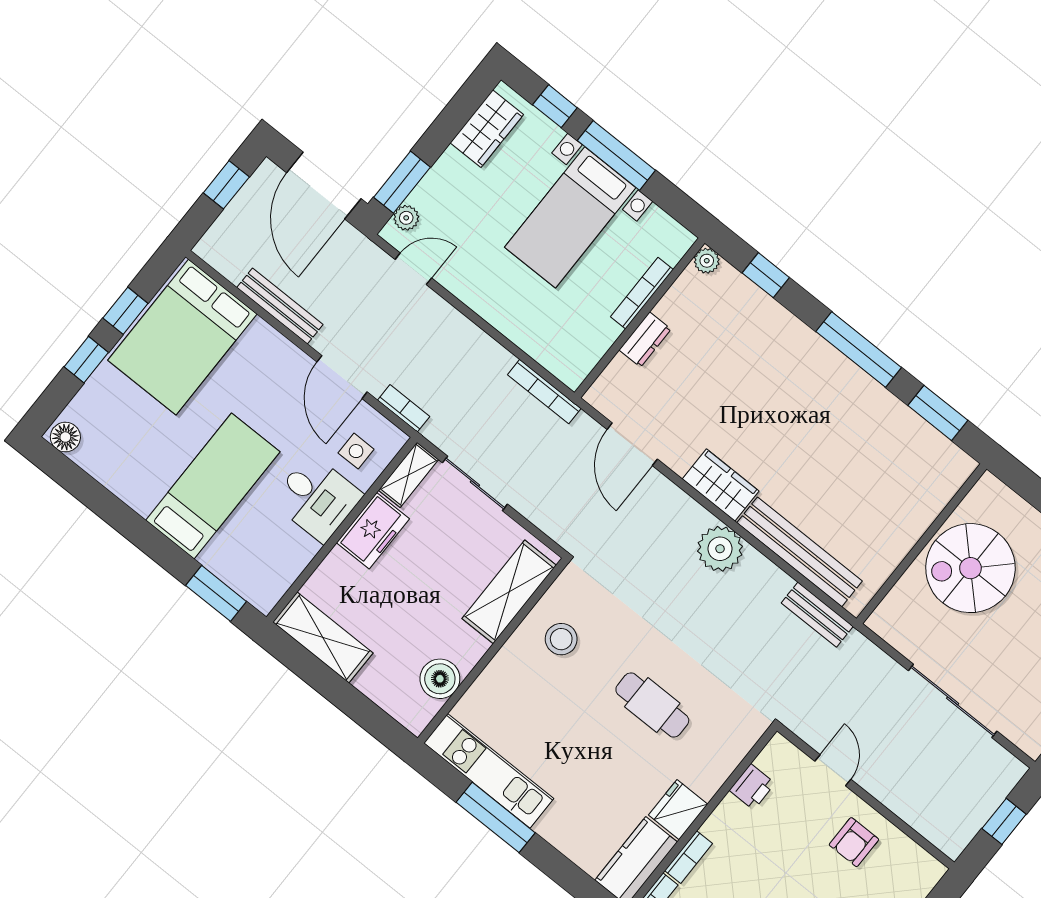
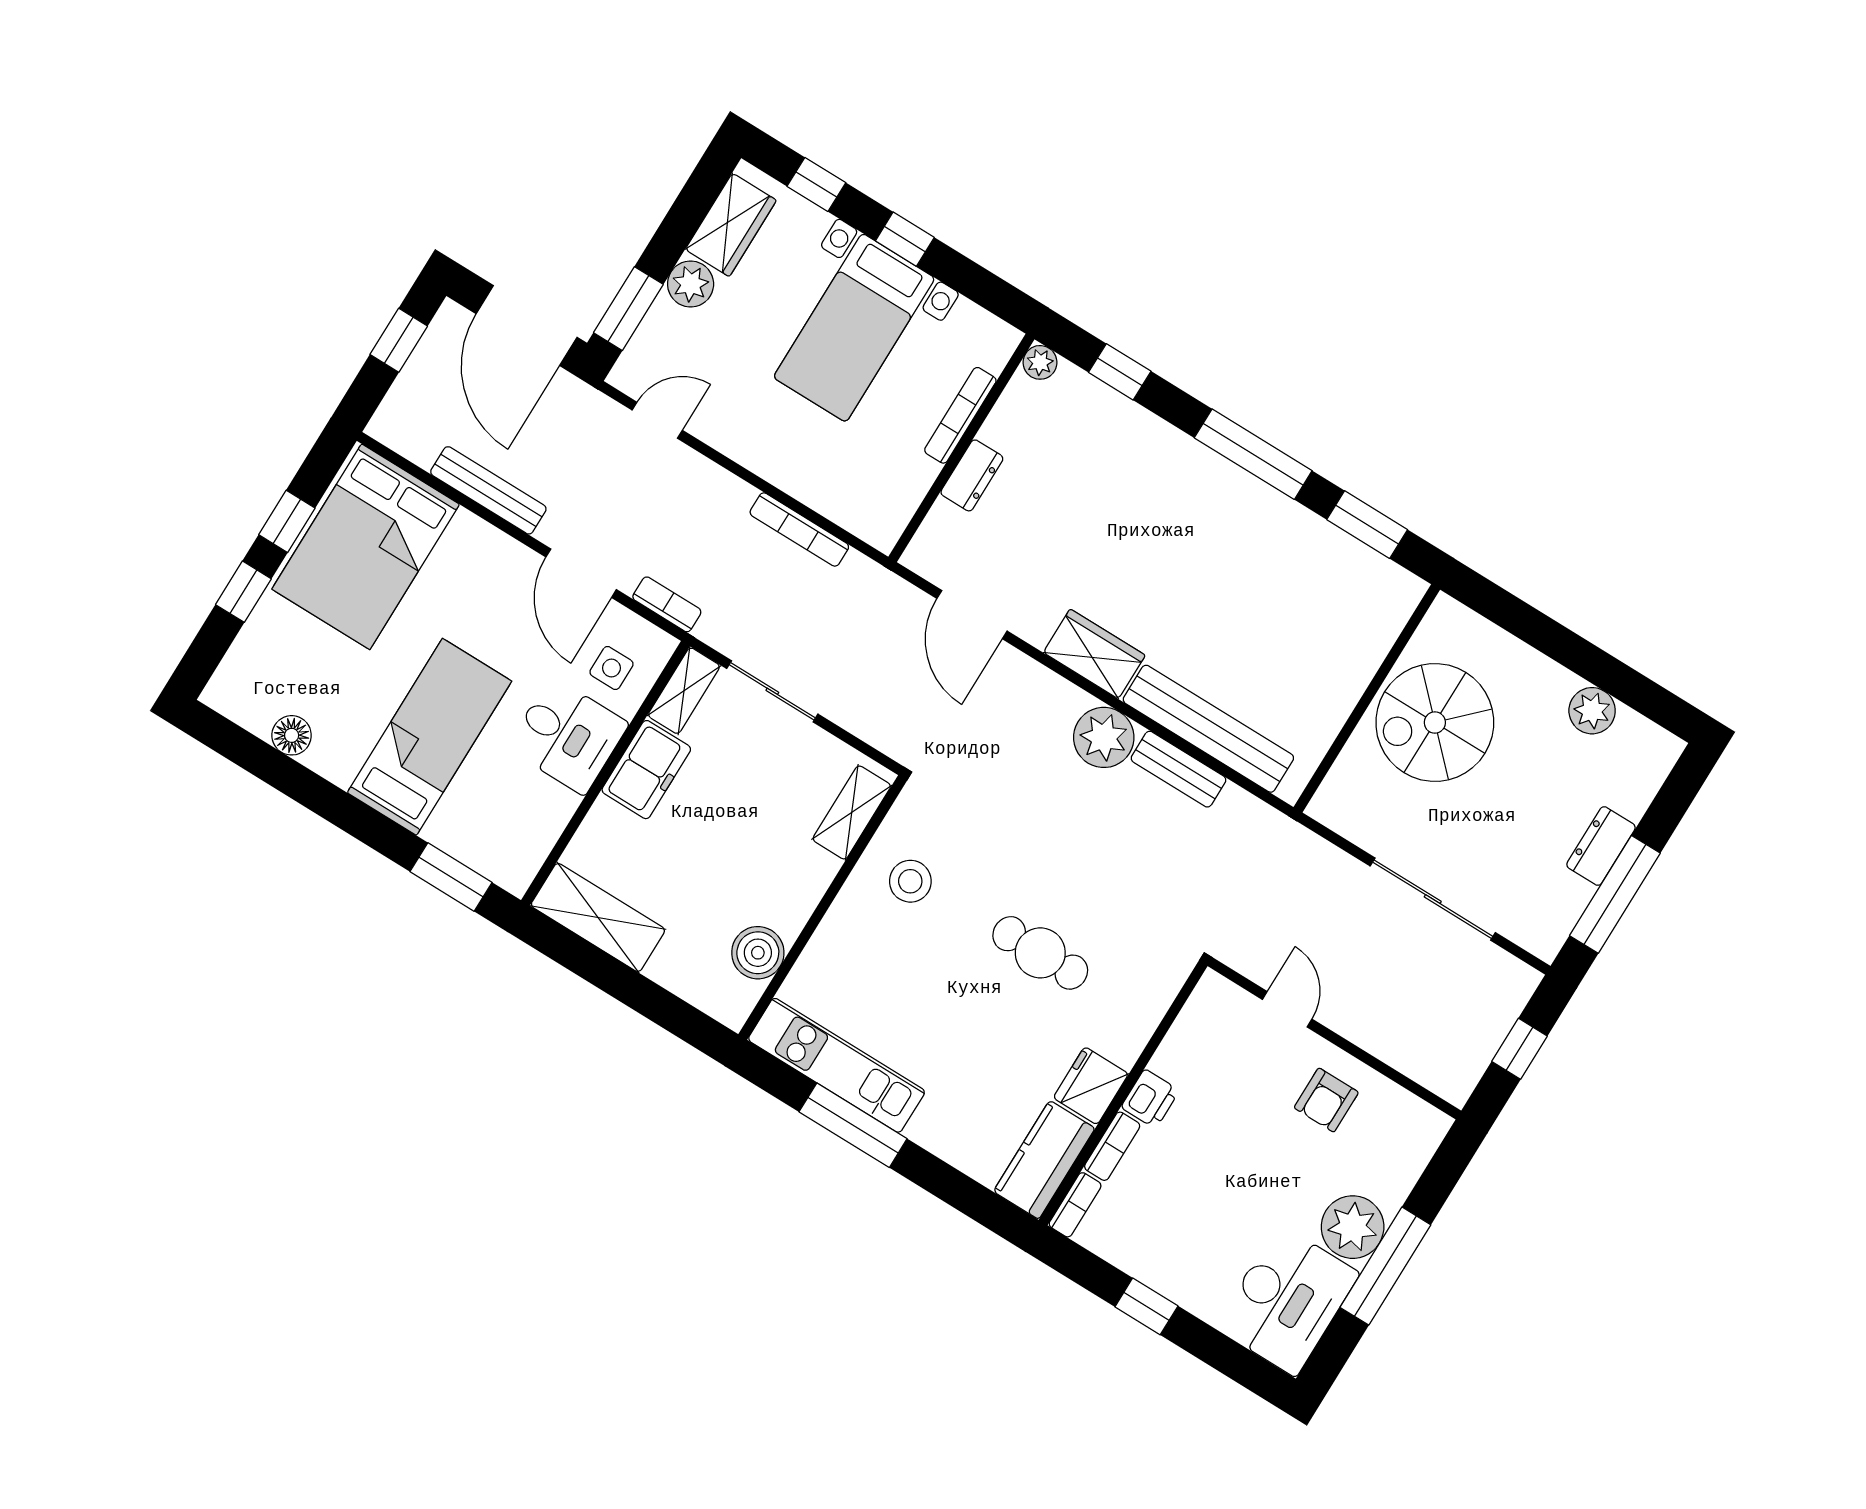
window: (616, 155) -> (905, 239), width x0.46
plant: (406, 218) -> (691, 284), moved, width x1.38, depth x1.38
bookcase: (544, 392) -> (799, 530), moved
floor lamp: (65, 437) -> (292, 735), moved
shelving: (509, 592) -> (852, 812), width x0.67, depth x0.75
bench: (817, 615) -> (1179, 769), moved
printer: (752, 787) -> (1150, 1099), moved

